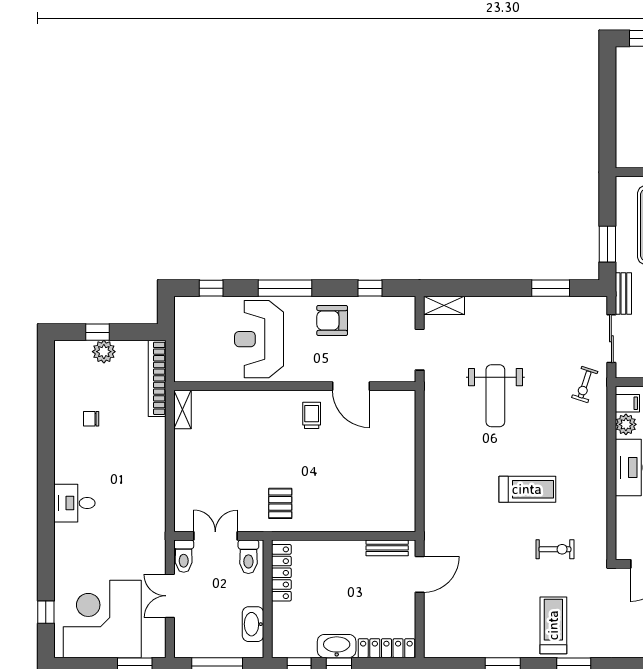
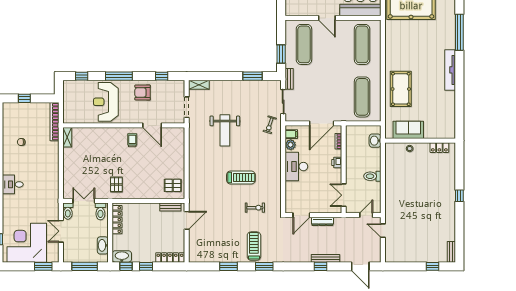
plant: (104, 352) -> (28, 108), removed
pallet: (392, 505) -> (173, 185), added
washbasin: (337, 646) -> (122, 256), moved

